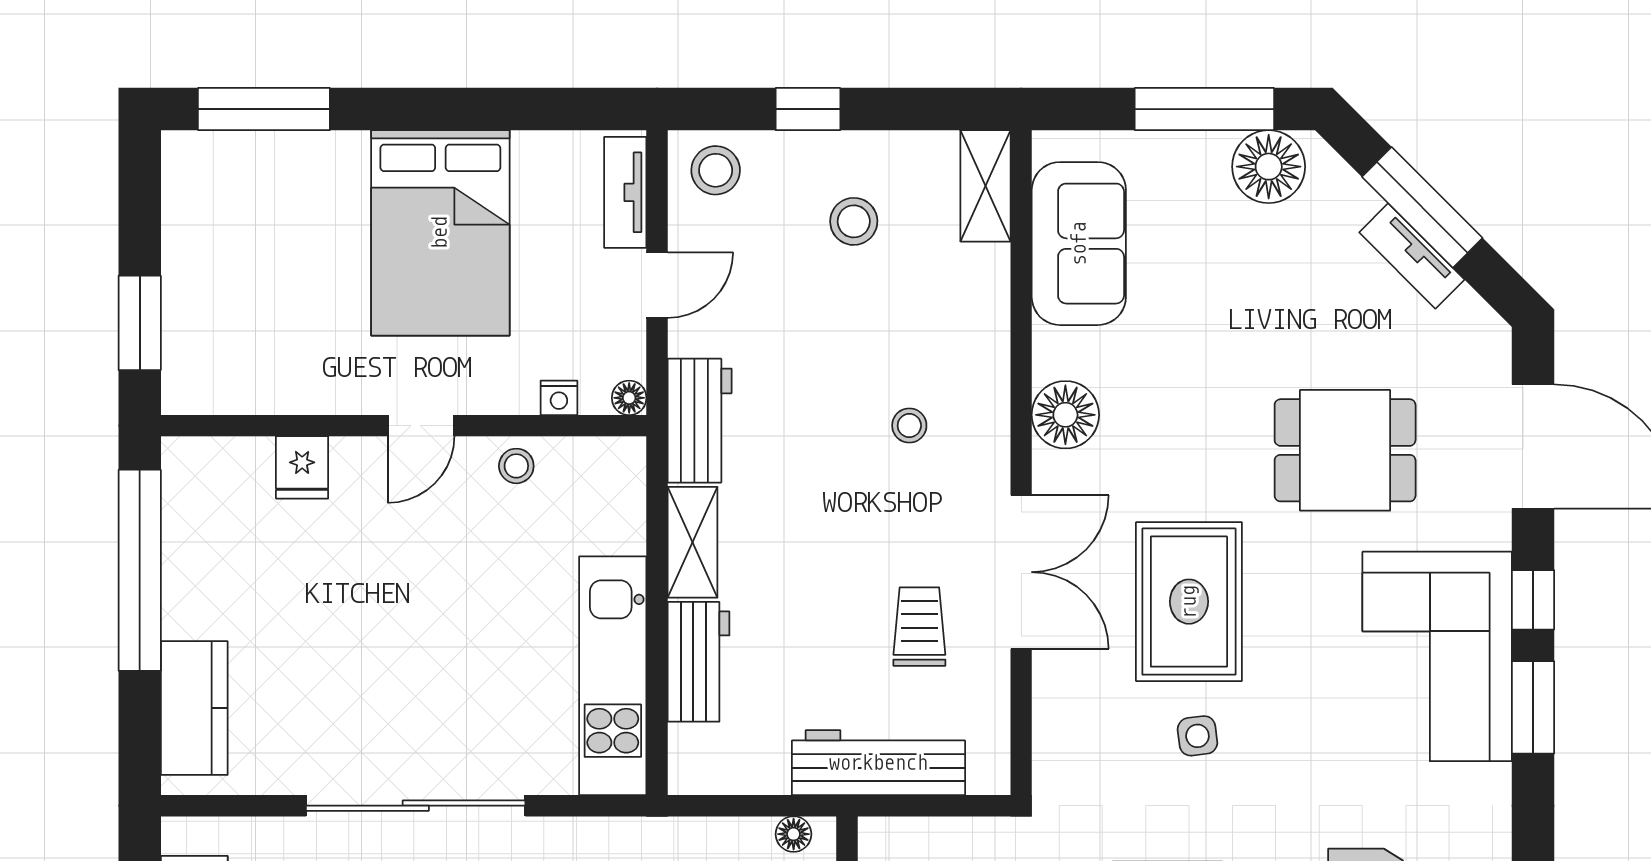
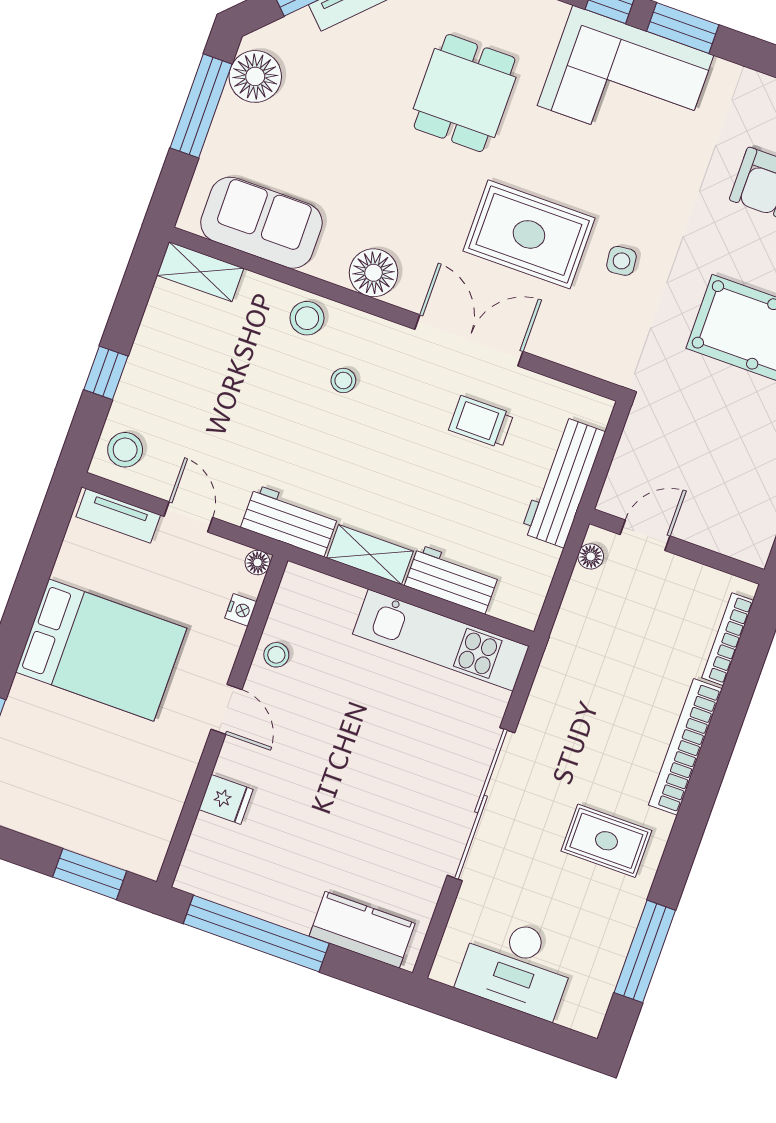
stool: (854, 221) -> (307, 318), moved

